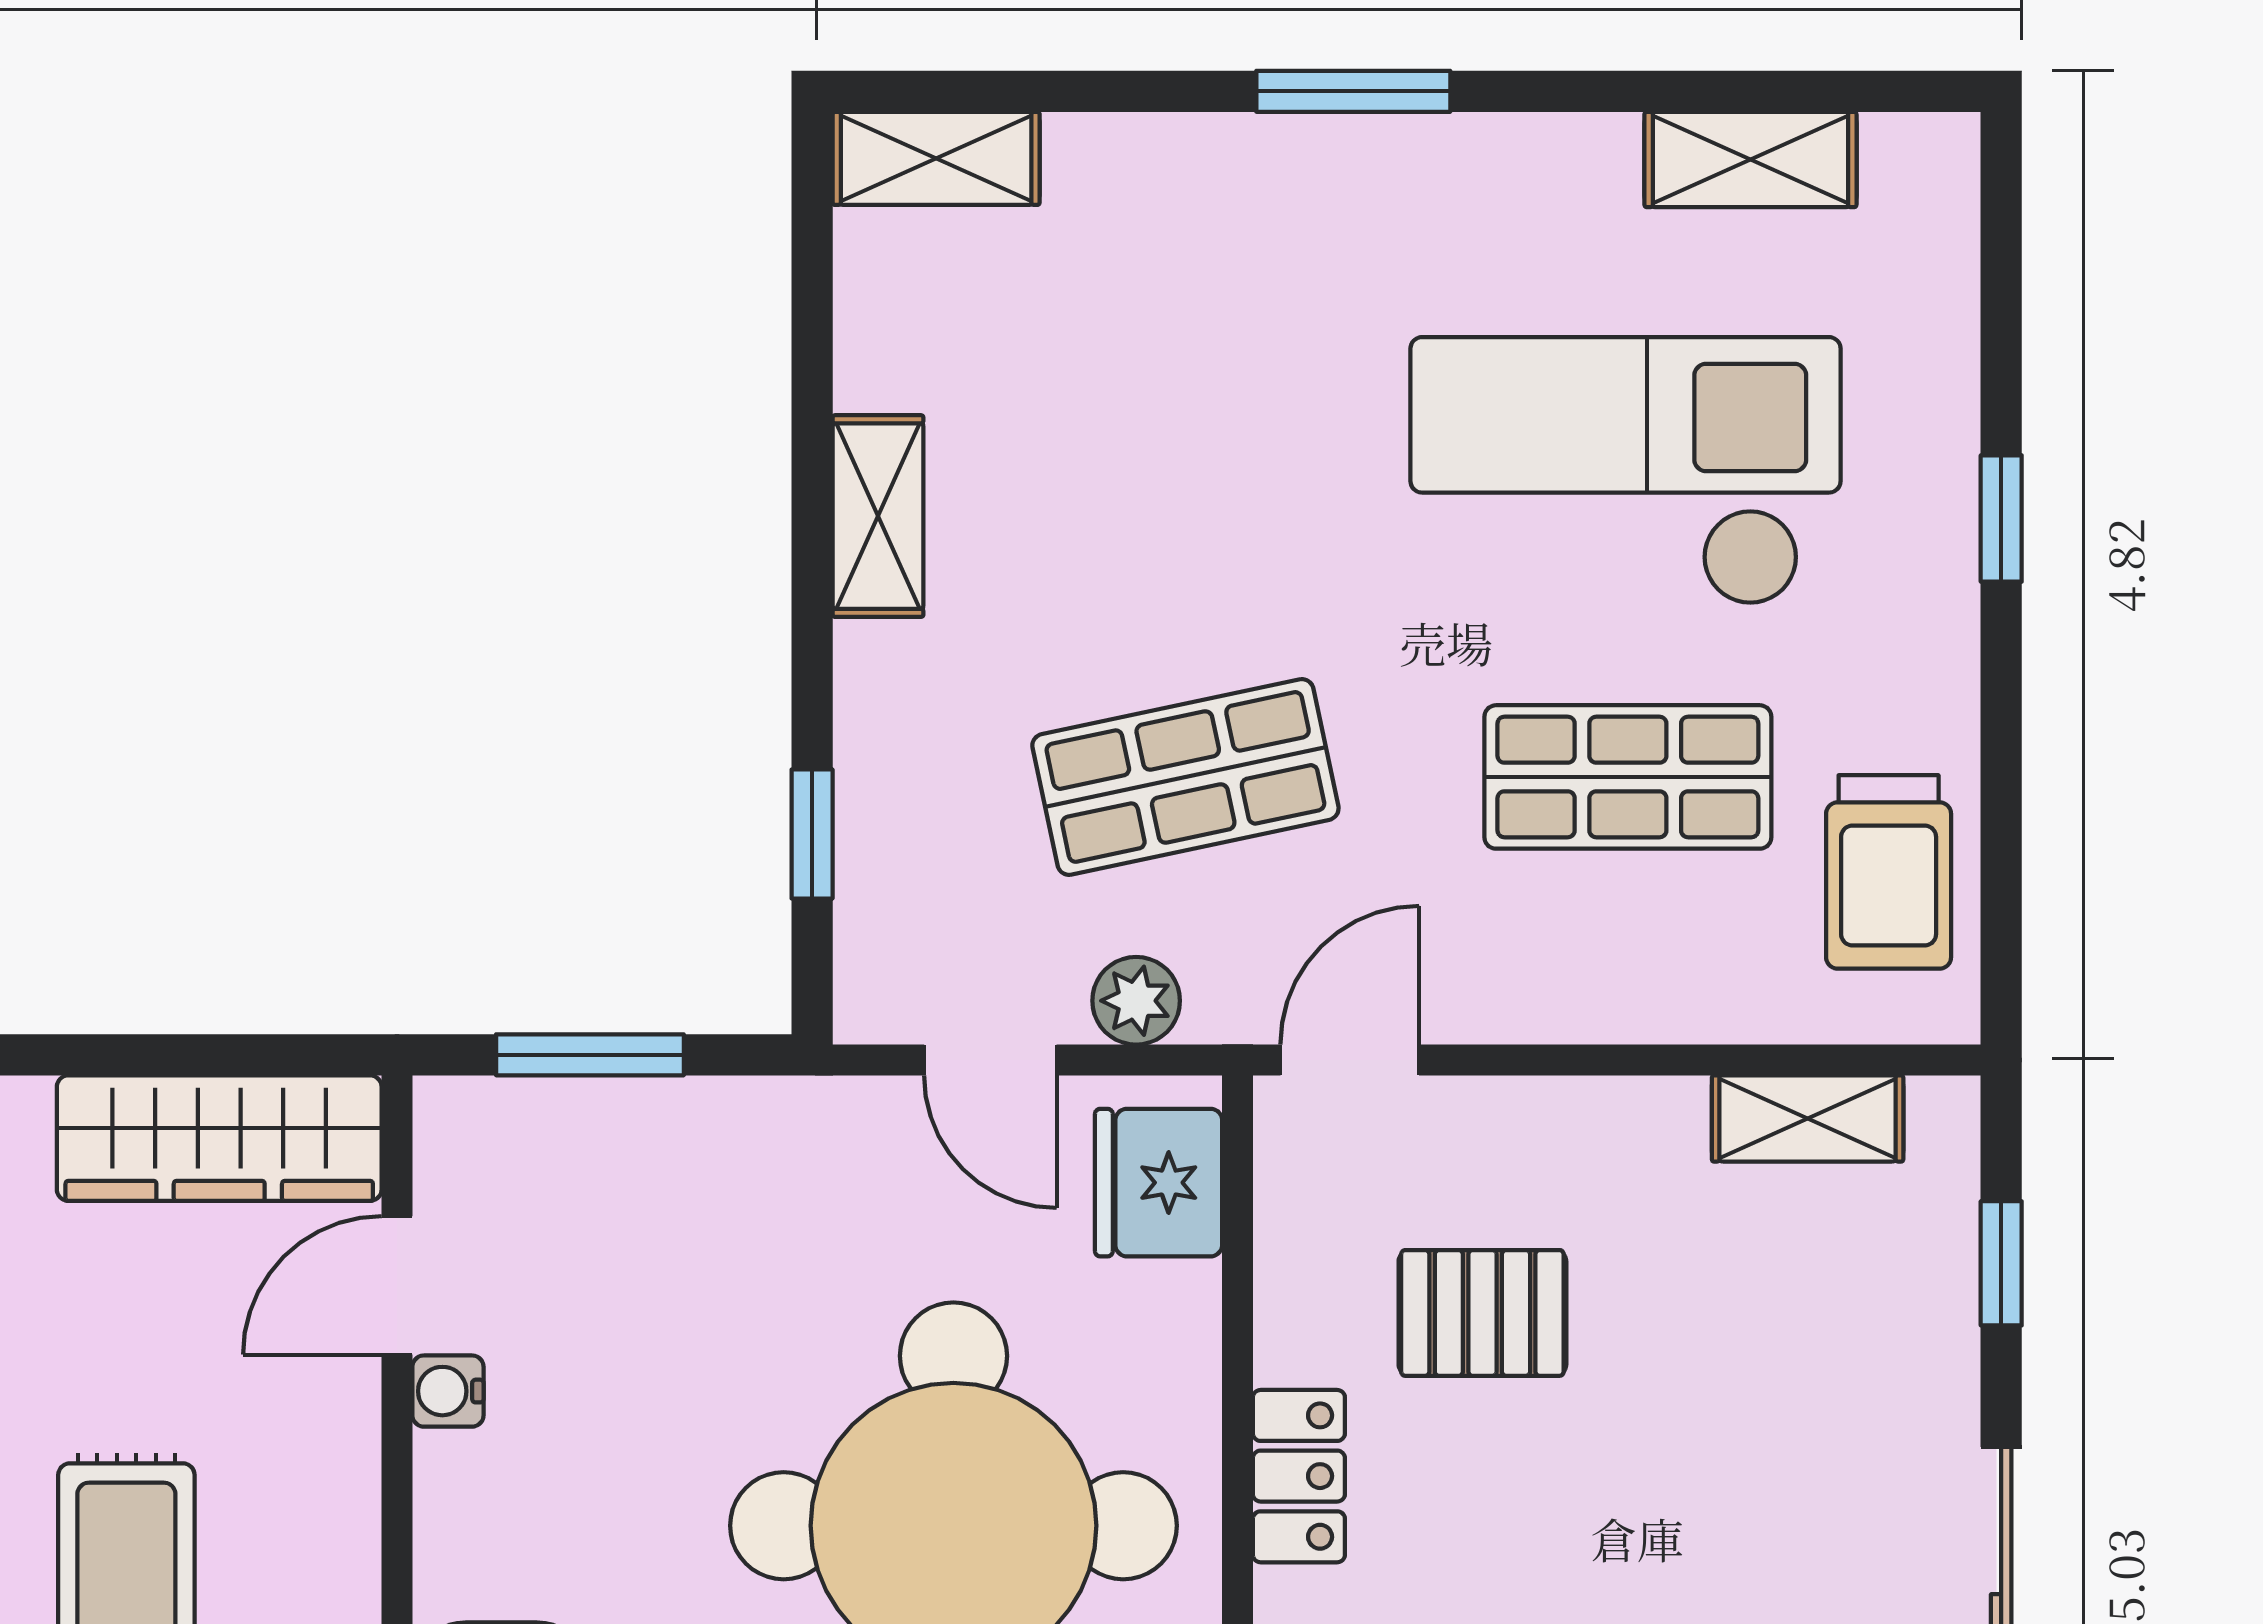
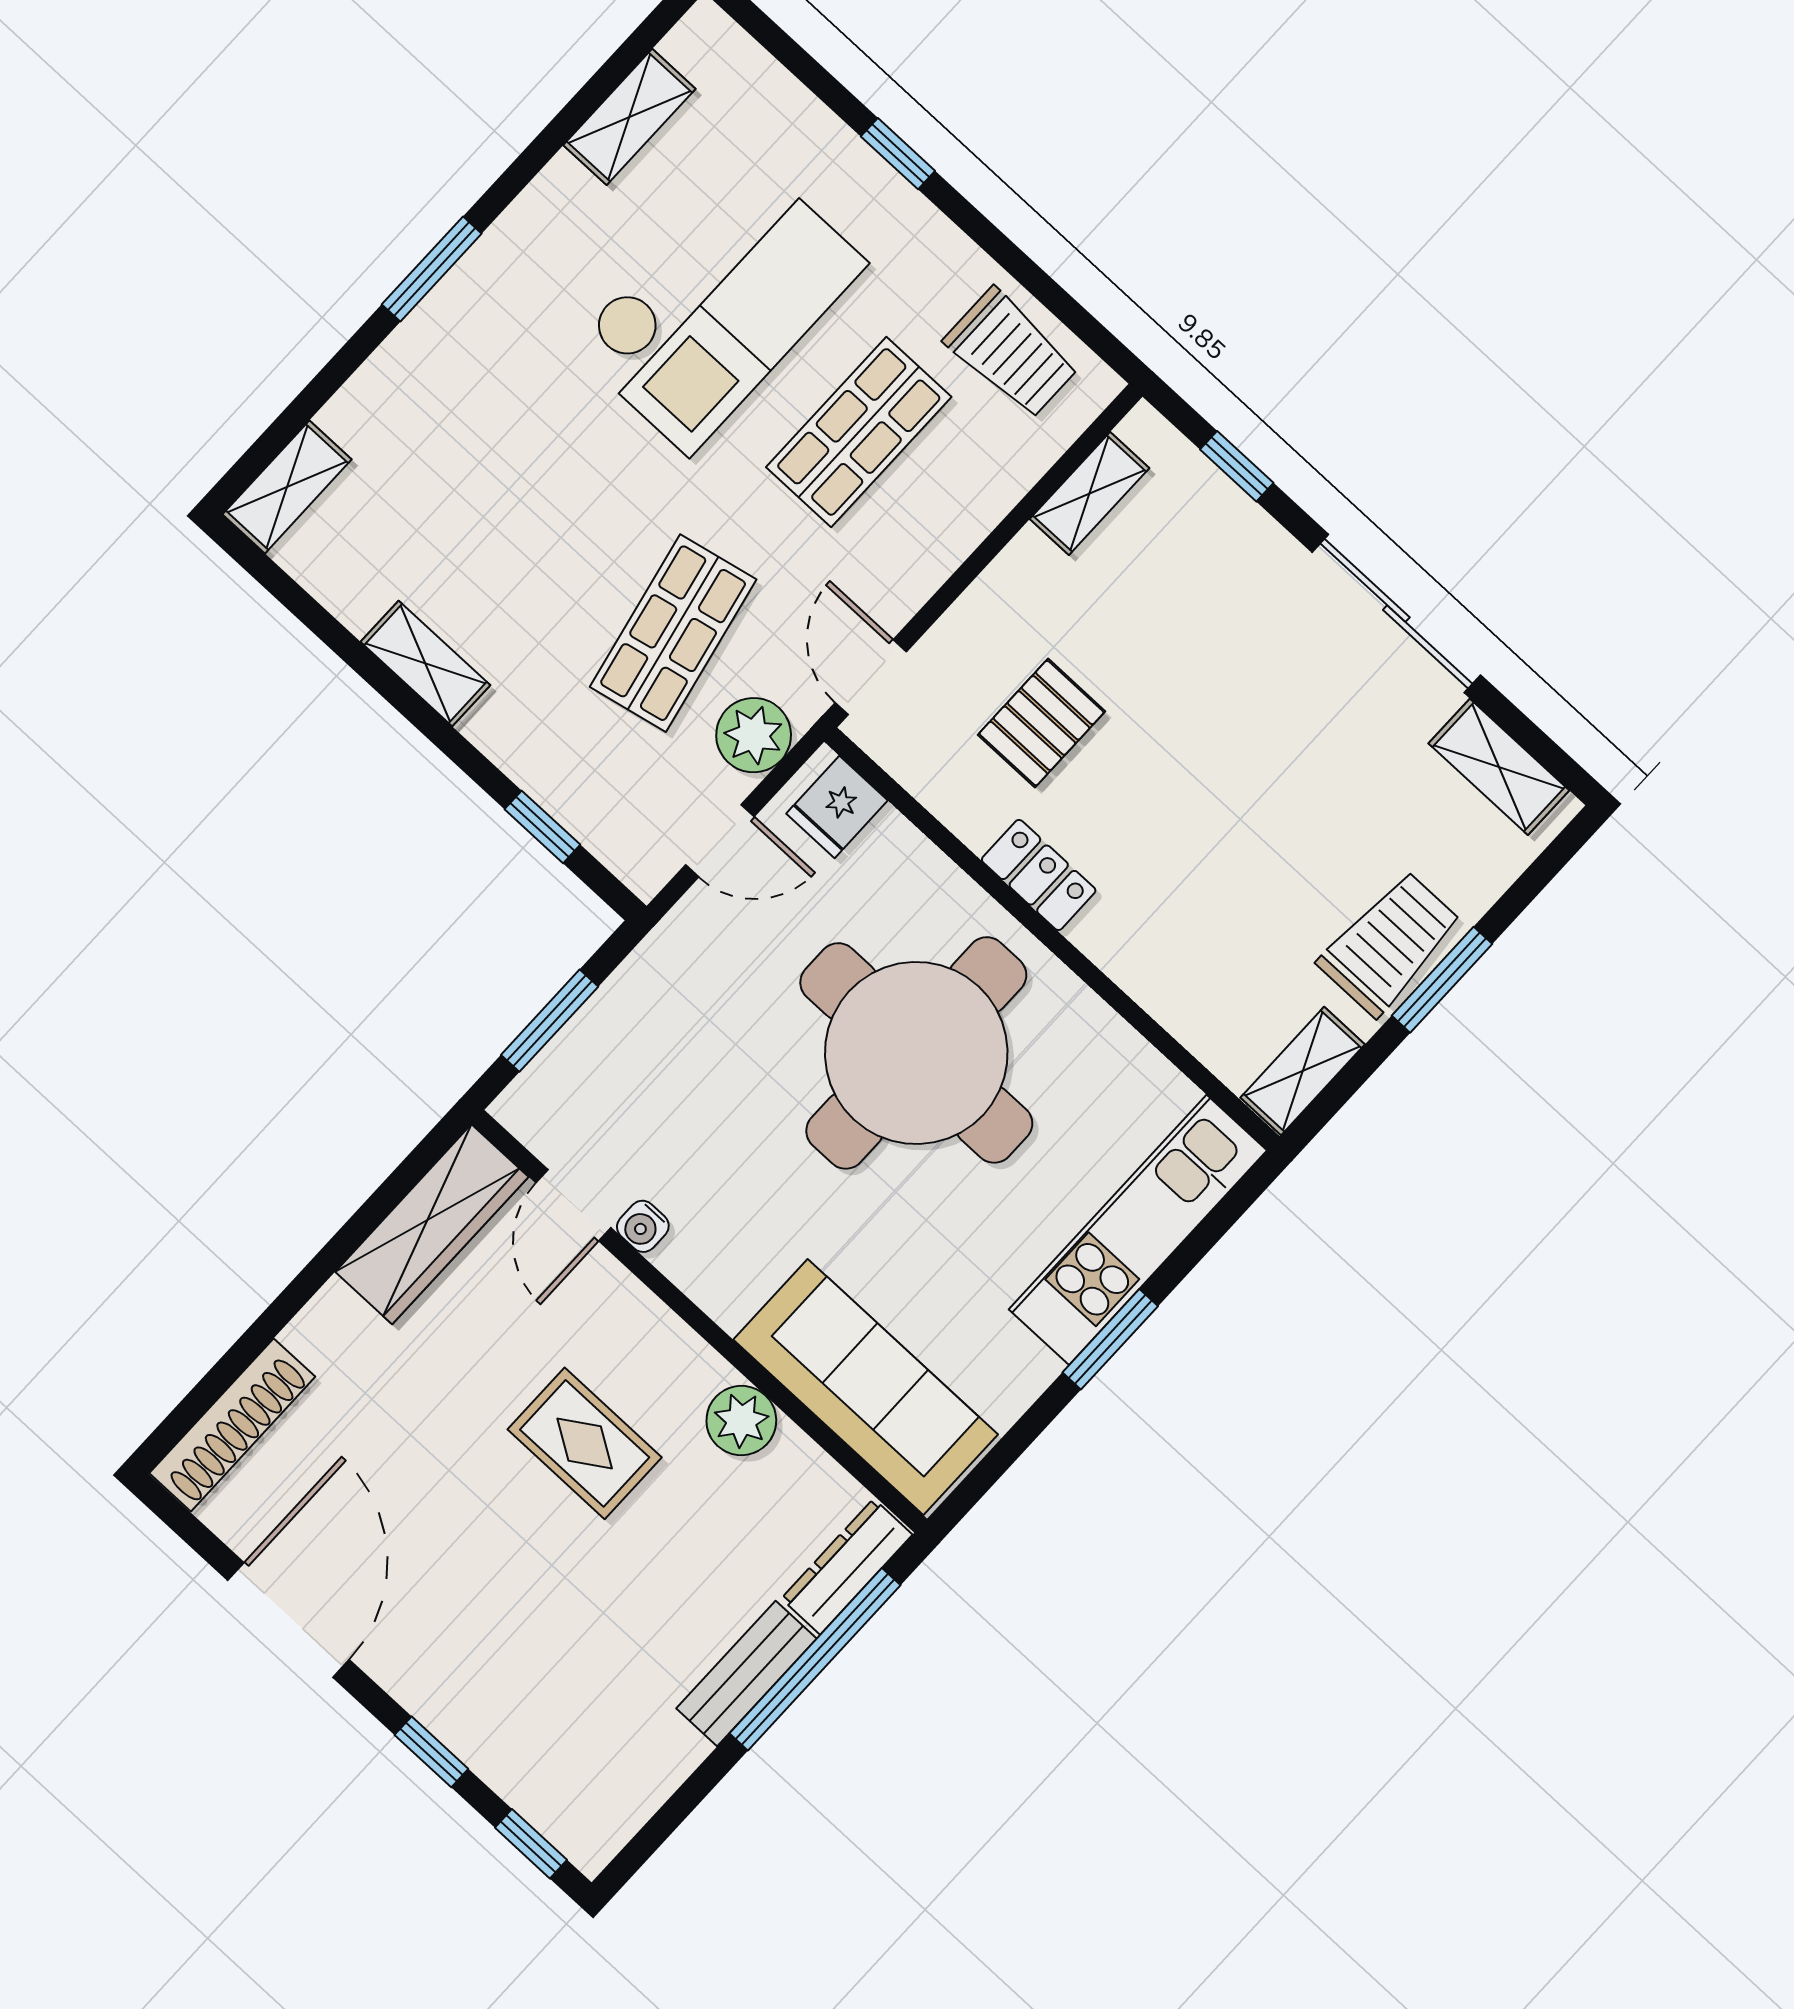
checkout: (1626, 471) -> (719, 305), turned 180
plant: (1136, 1001) -> (754, 735), width x1.38, depth x1.38
fridge: (1159, 1183) -> (837, 807), width x0.72

